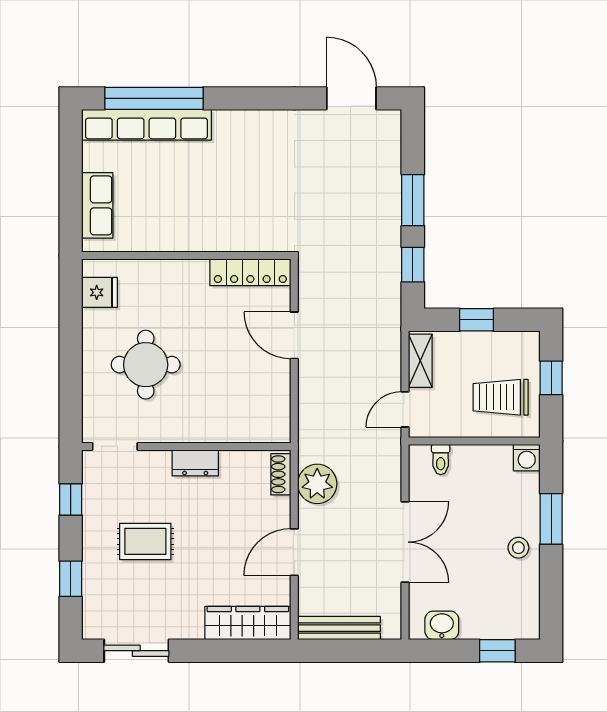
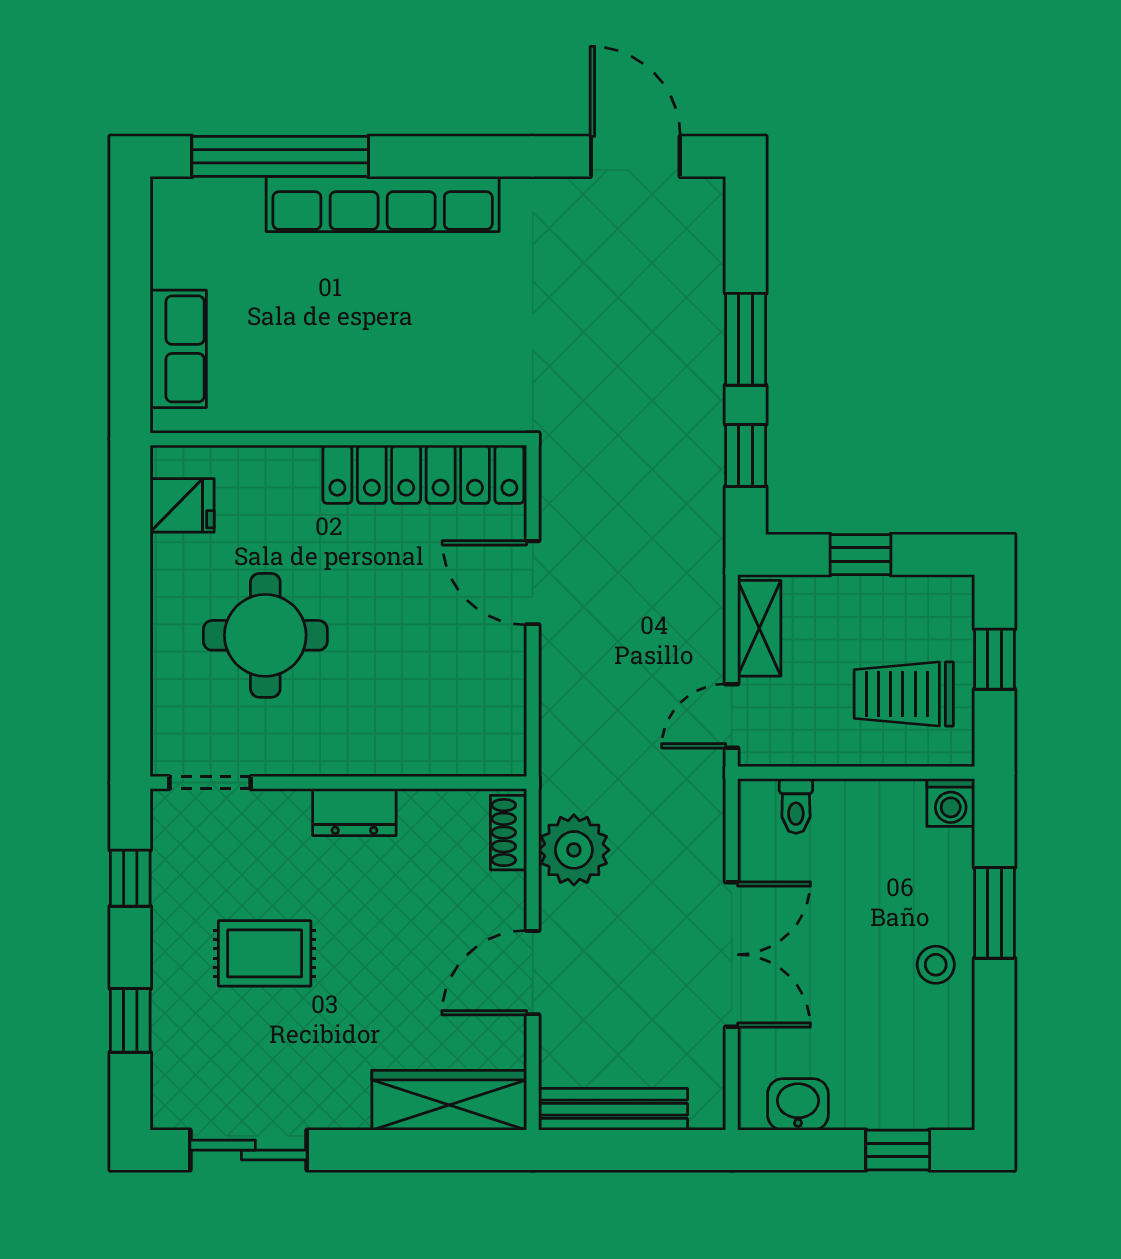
row of seats: (147, 125) -> (383, 204), moved
locker: (250, 272) -> (423, 474), width x1.41, depth x1.21

